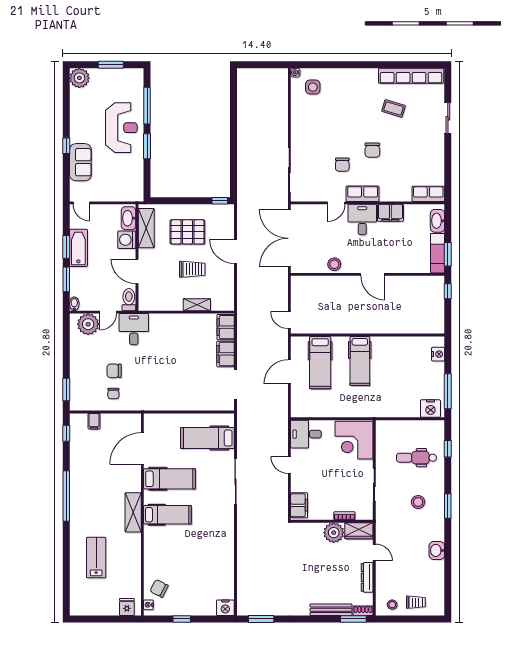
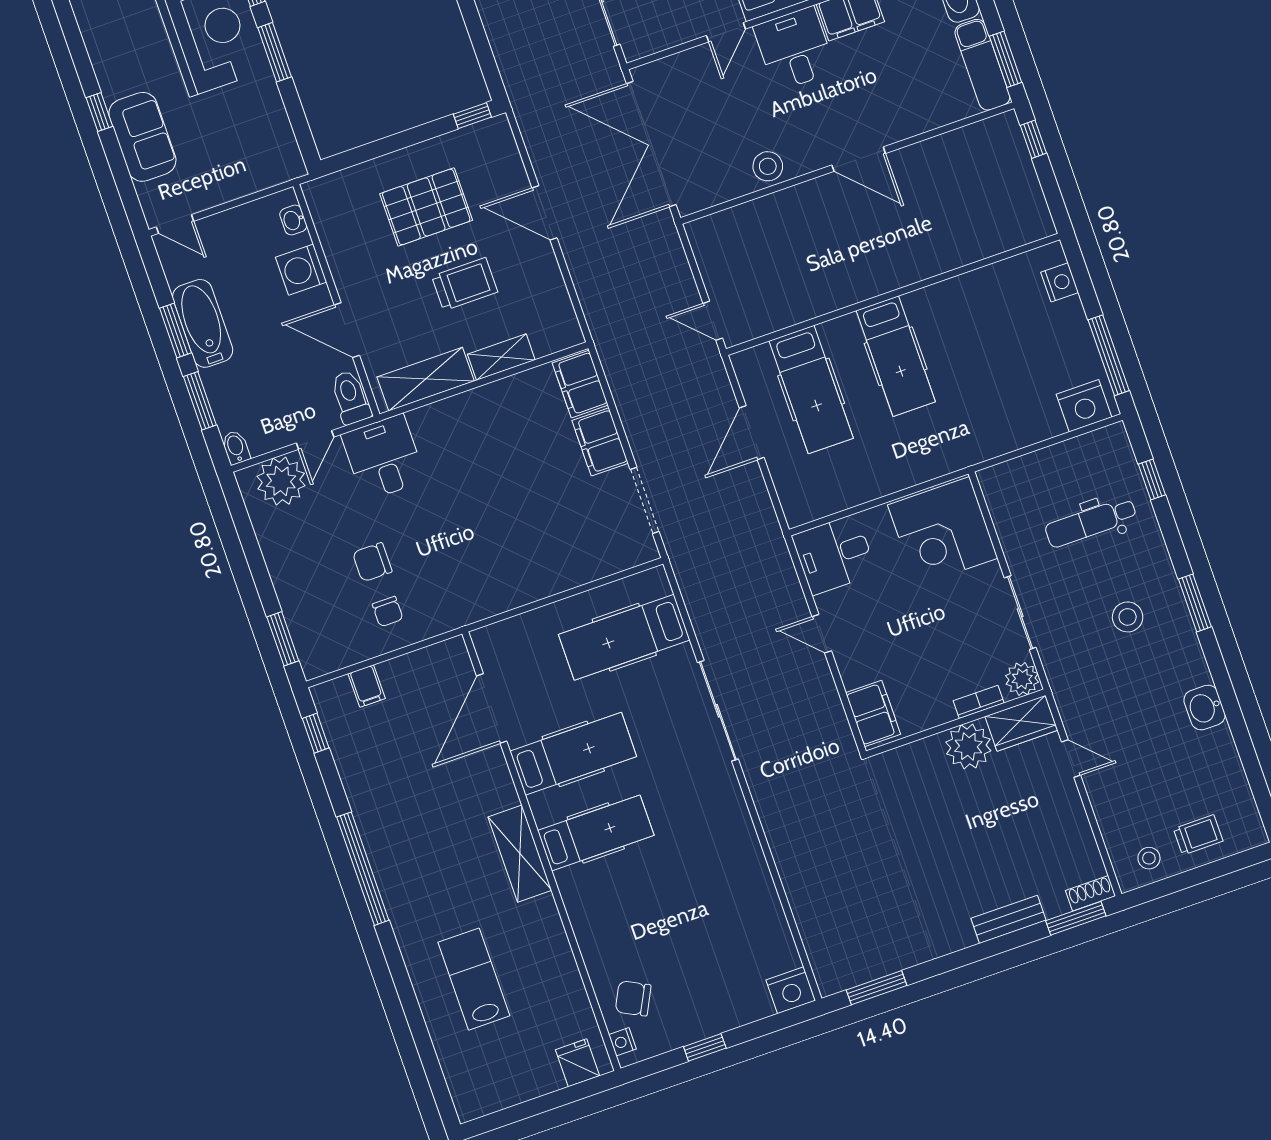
washbasin: (128, 218) -> (293, 220), width x0.52, depth x0.69
shelving: (146, 228) -> (426, 379), moved, turned 90
plant: (366, 512) -> (1022, 679), added
dresser: (367, 577) -> (1074, 818), removed
bench: (331, 610) -> (1009, 919), width x0.73

